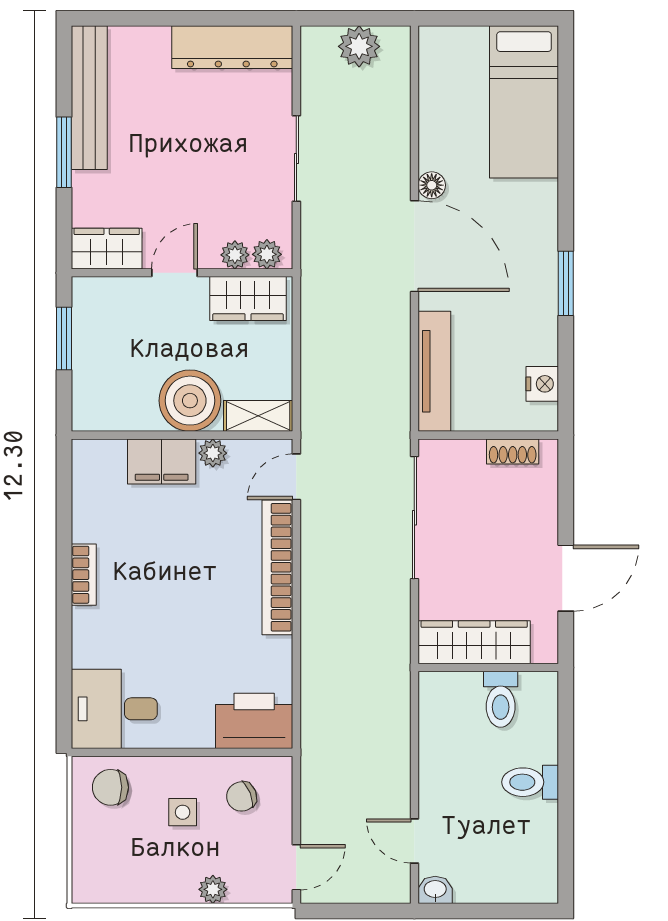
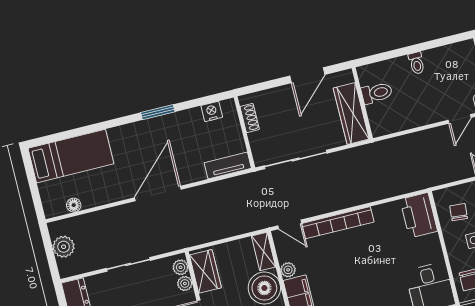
floor lamp: (432, 185) -> (74, 205), moved
tv unit: (434, 371) -> (228, 165), width x0.71
door: (566, 578) -> (307, 75), swing flipped
toilet: (530, 782) -> (417, 63), width x0.73, depth x0.72
chair: (242, 796) -> (459, 212), turned -153

